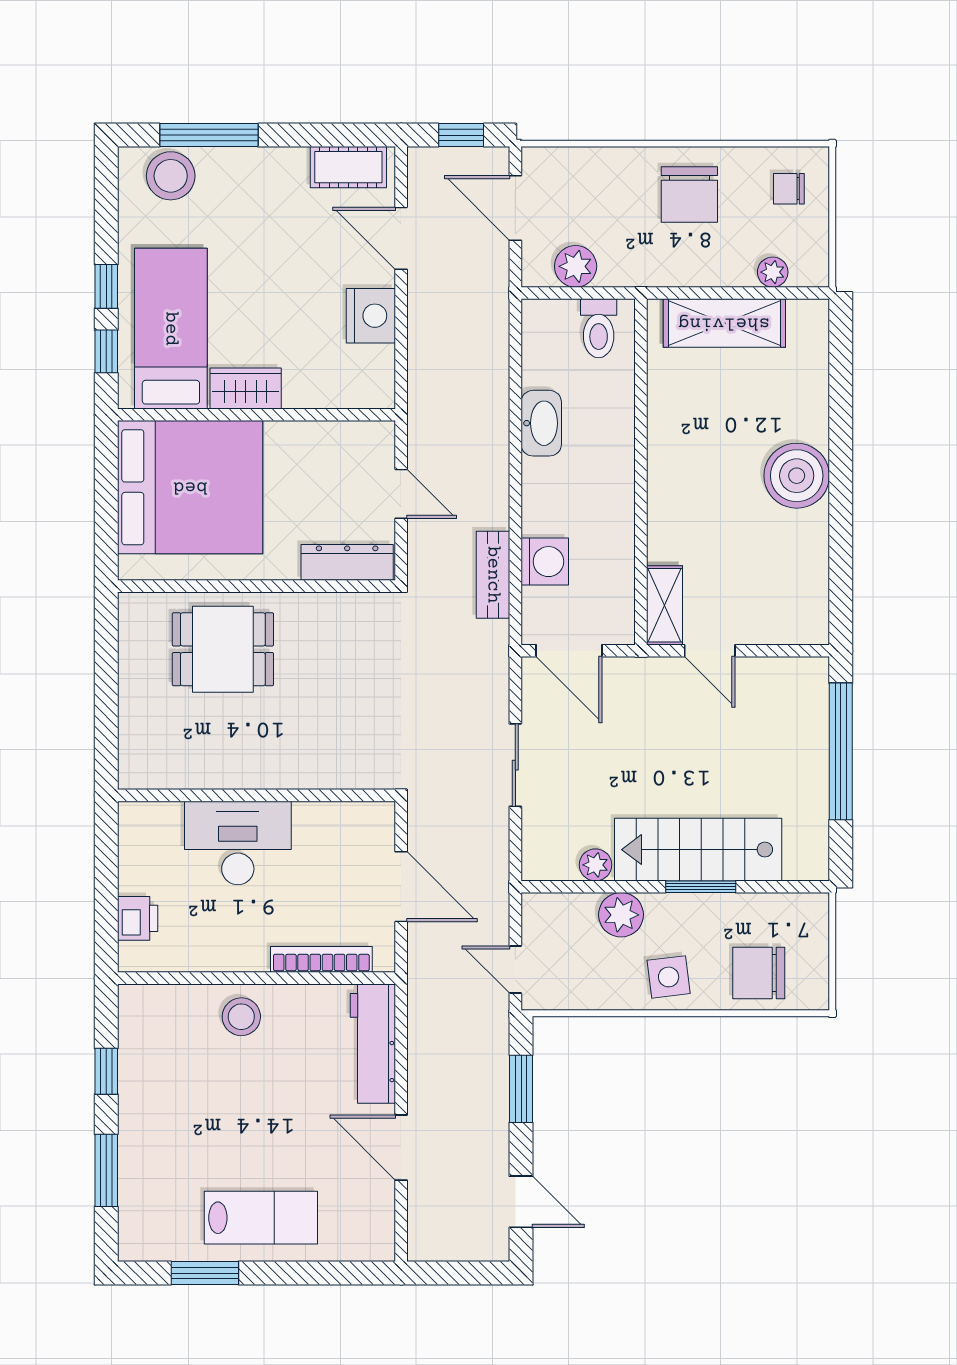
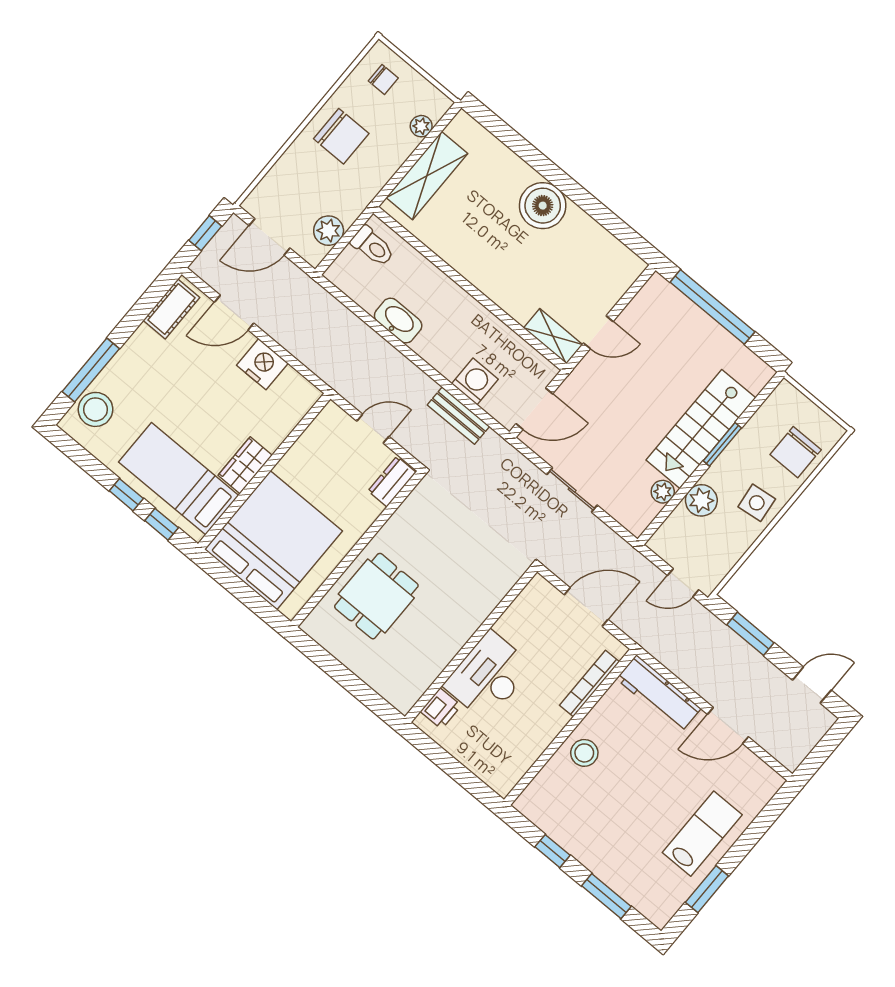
chair: (789, 189) -> (383, 80), turned -90
dresser: (347, 562) -> (392, 482), width x0.70
printer: (138, 918) -> (441, 709), moved, turned 90

